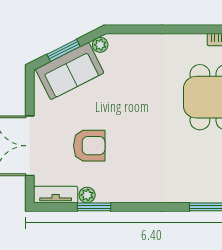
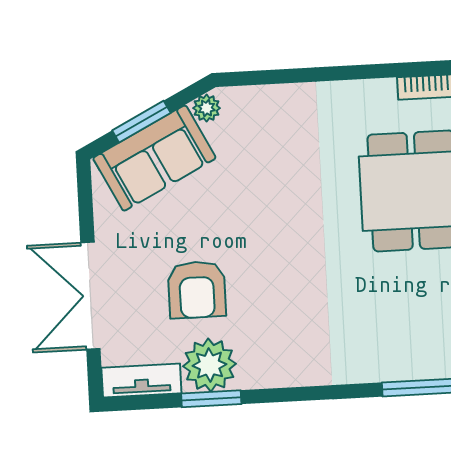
armchair: (89, 146) -> (197, 290), turned 90
plant: (87, 195) -> (209, 365), width x1.88, depth x1.88

